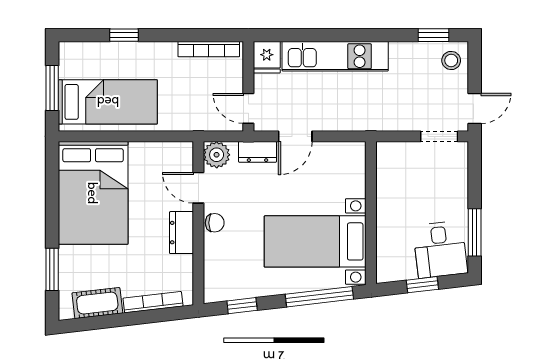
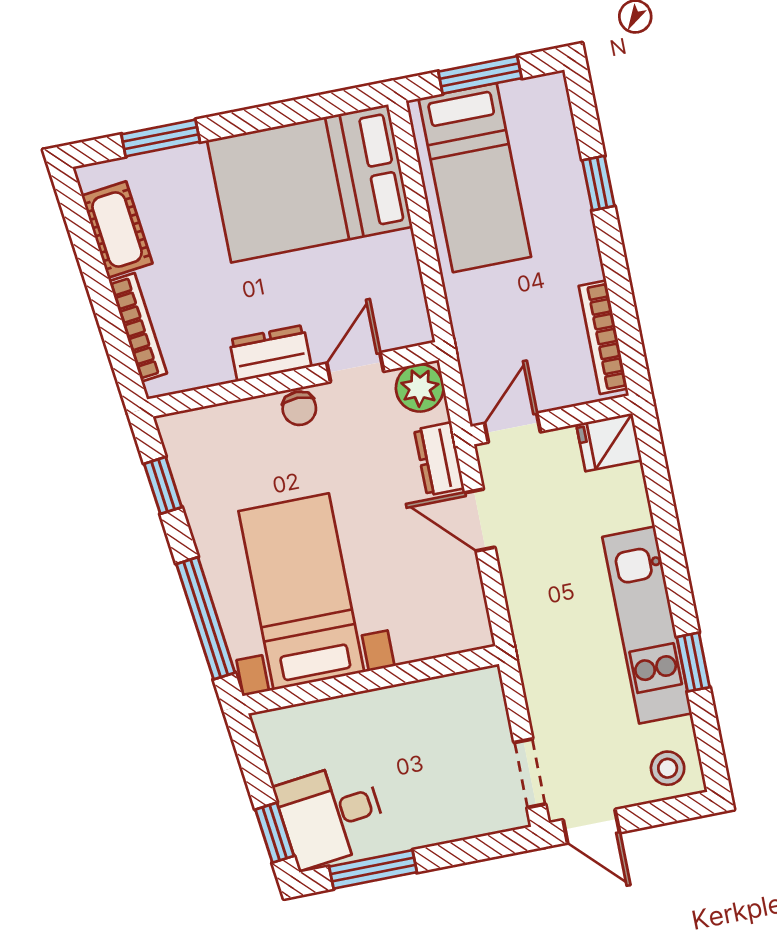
window: (434, 35) -> (693, 662), moved
kitchen unit: (335, 56) -> (647, 625), moved
window: (422, 285) -> (275, 833), moved

